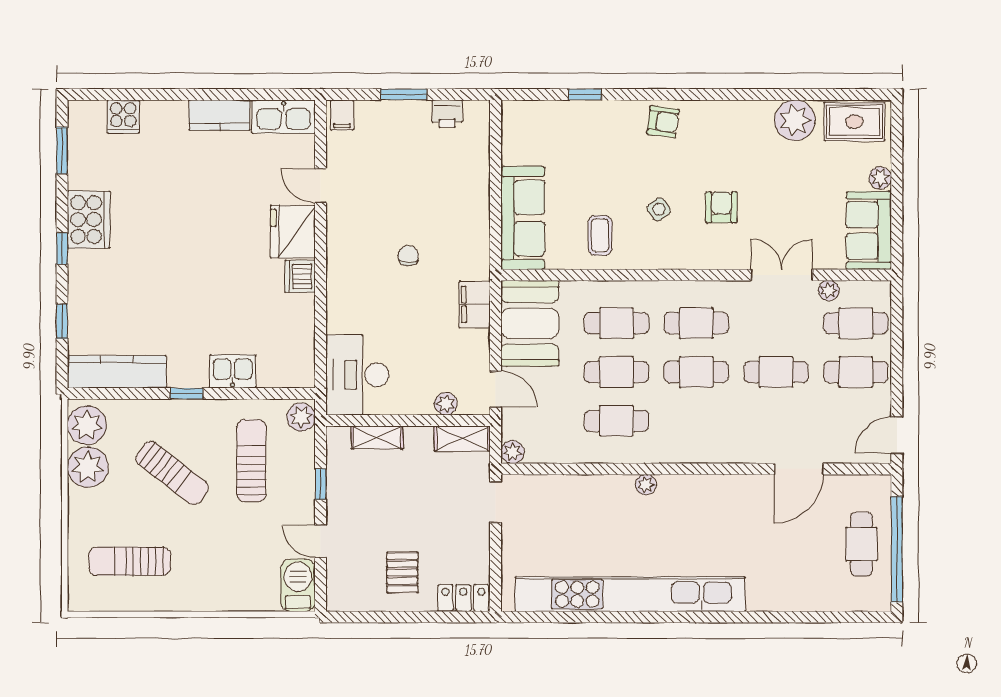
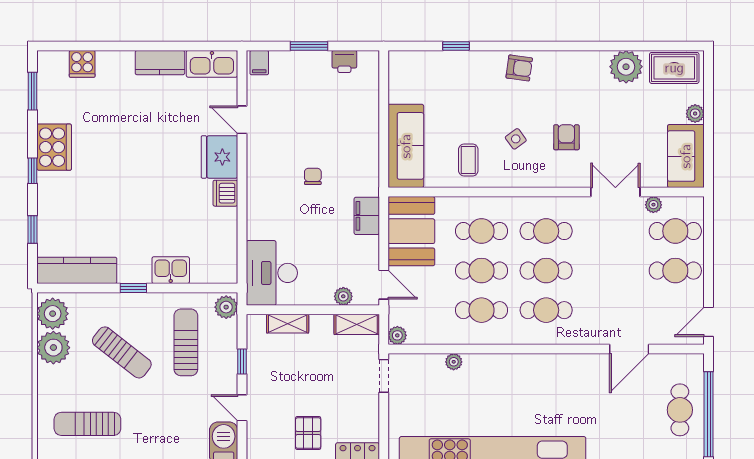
cafe table: (776, 372) -> (546, 310), moved
plant: (646, 485) -> (454, 362), moved

